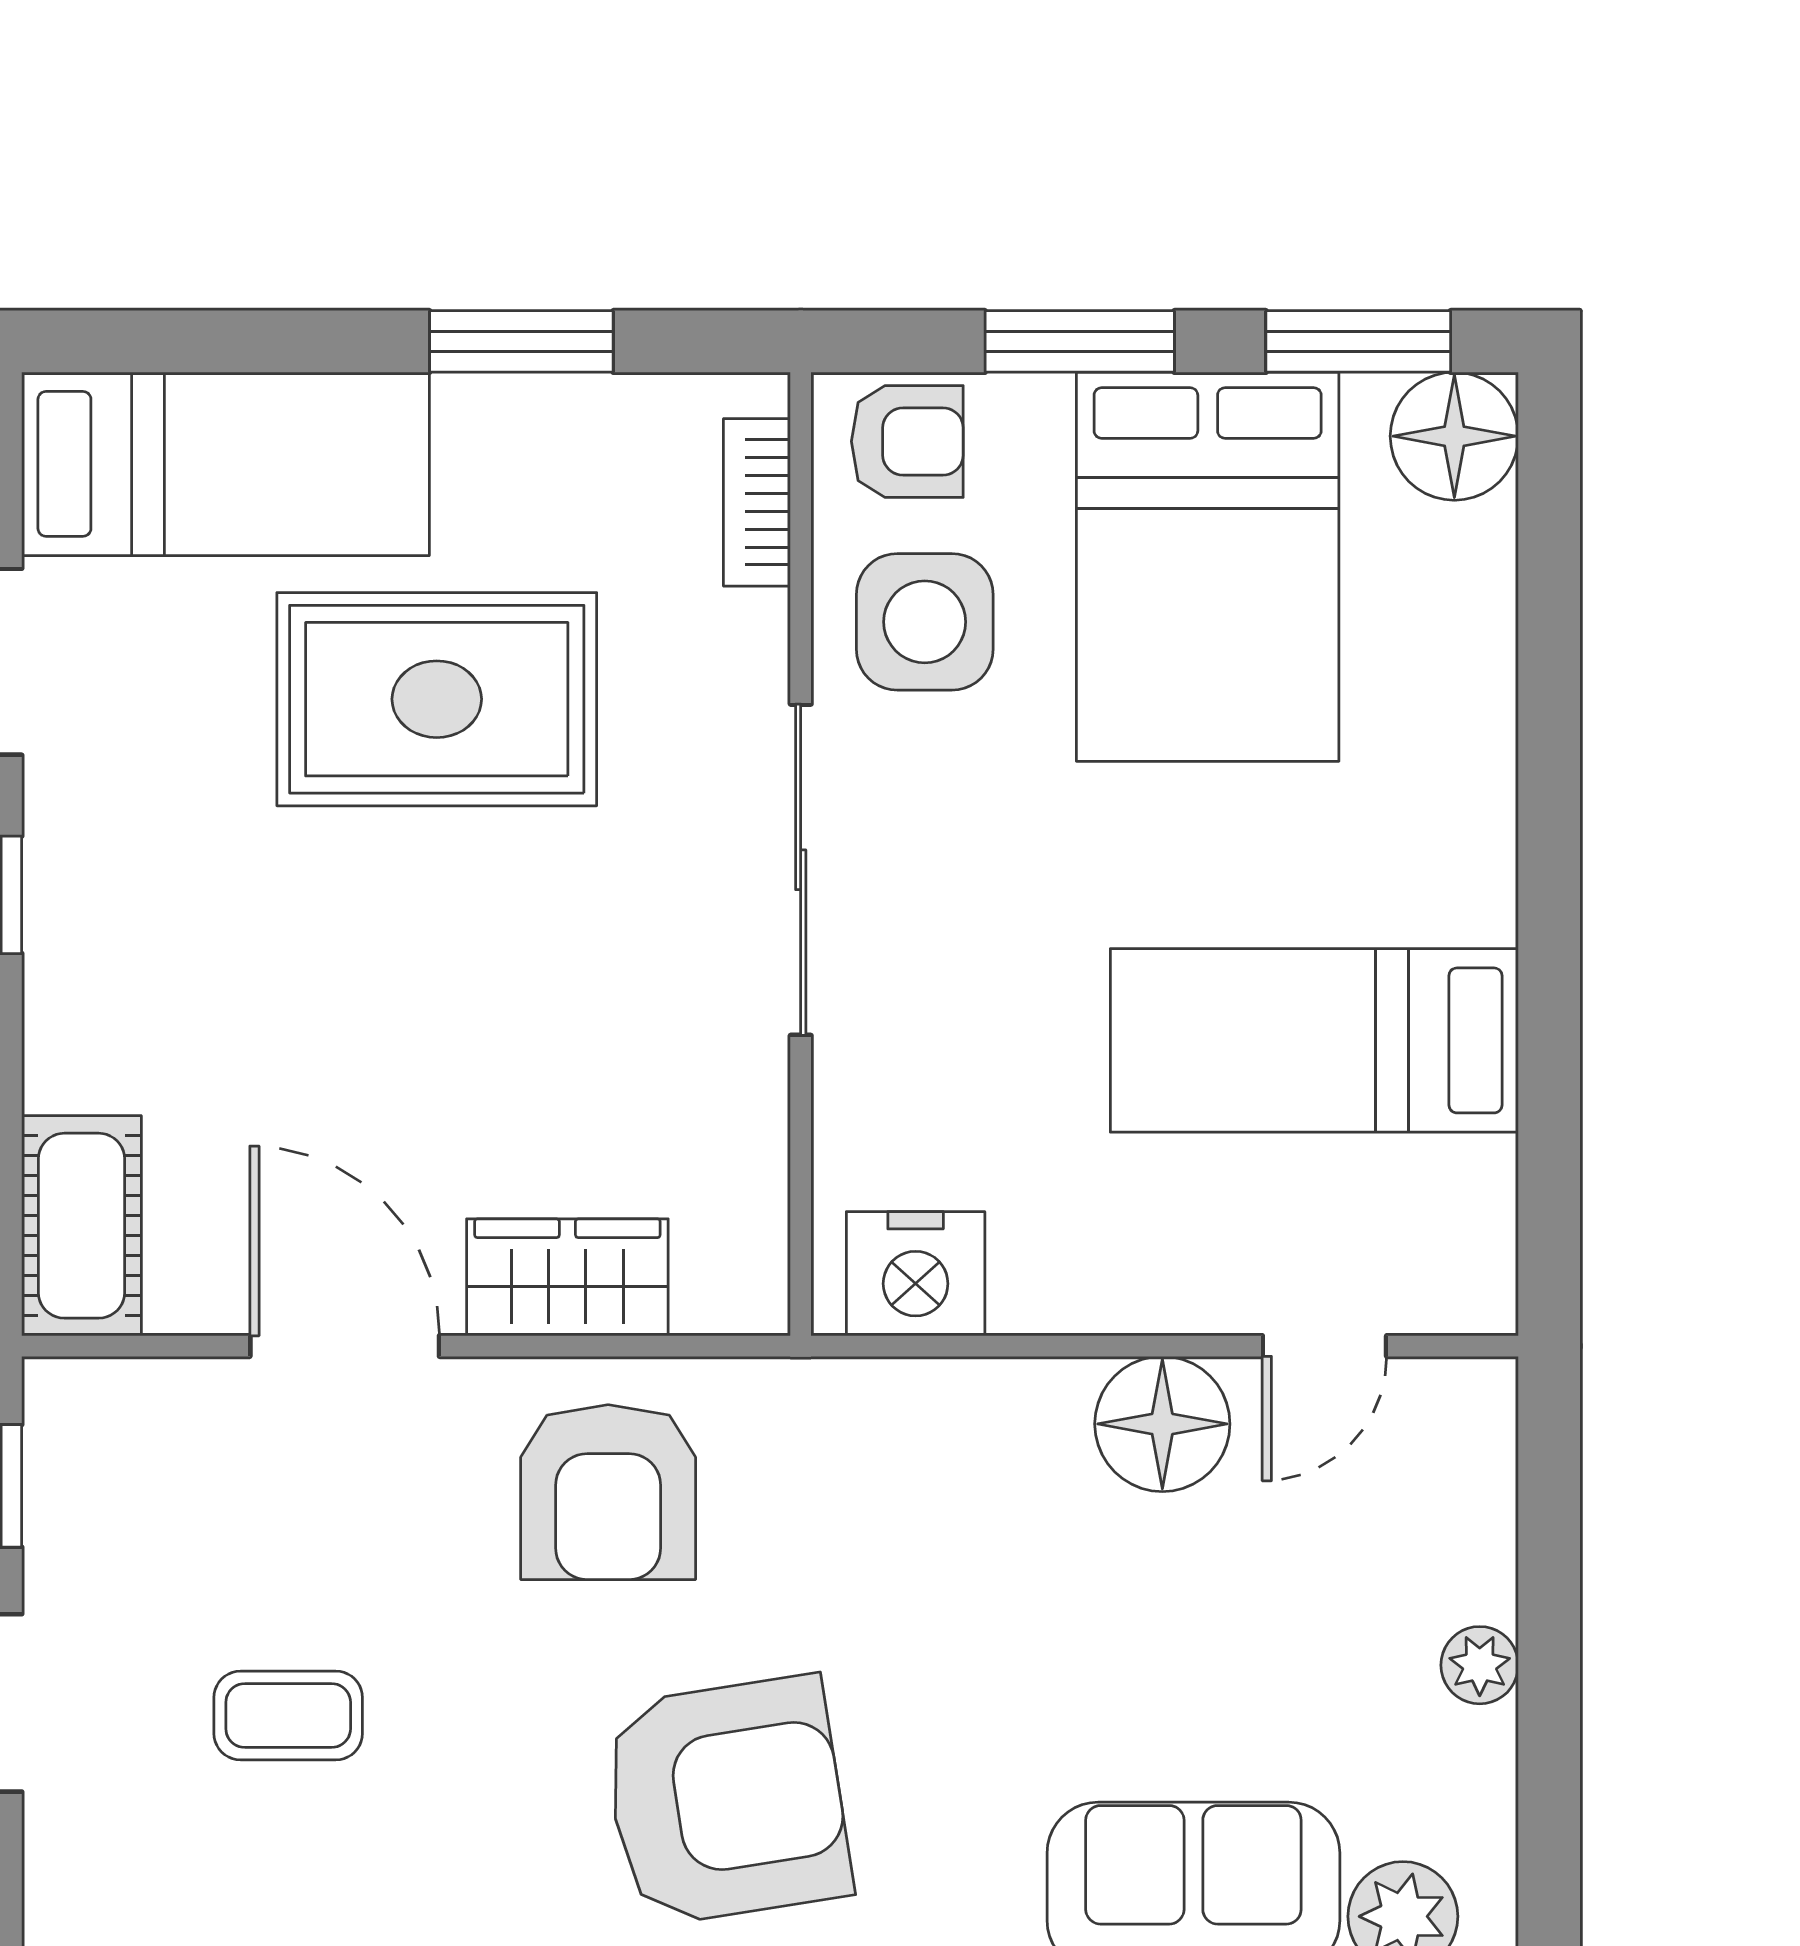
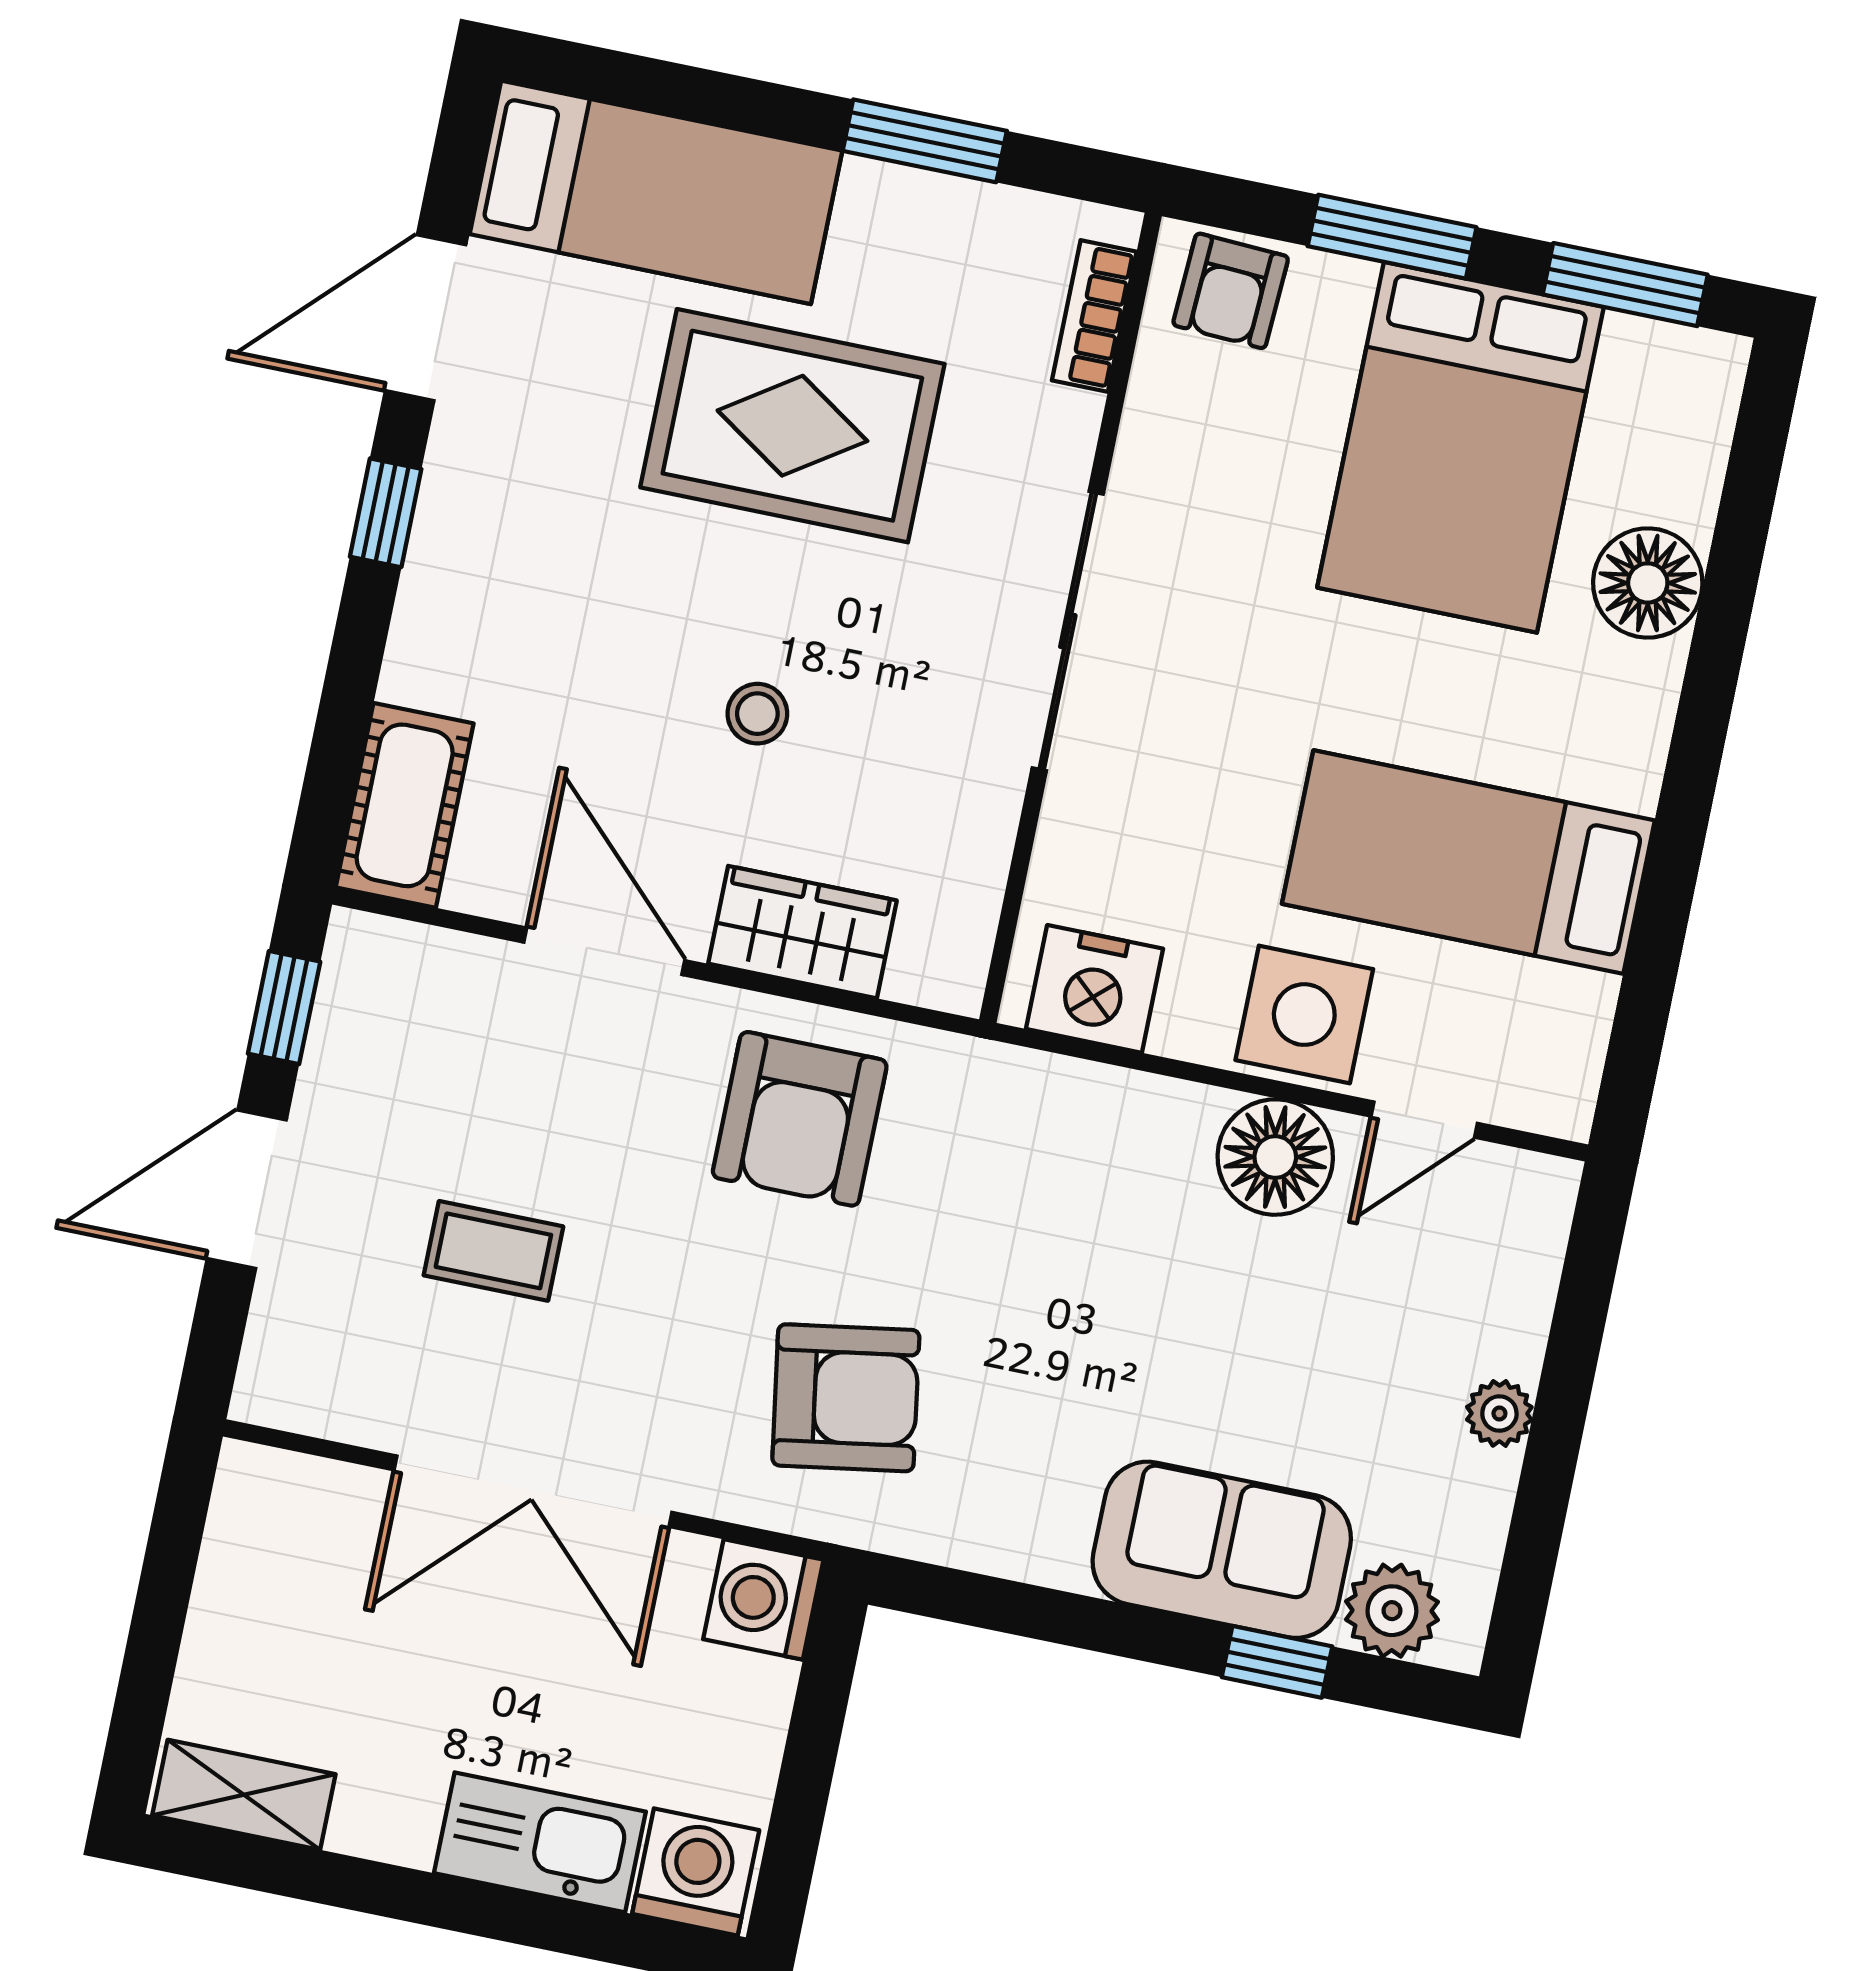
floor lamp: (1454, 436) -> (1648, 583), moved
armchair: (907, 441) -> (1231, 291), turned 93
side table: (925, 622) -> (1304, 1015), moved
stool: (464, 1038) -> (757, 714), added
armchair: (727, 1801) -> (846, 1398), width x0.73, depth x0.73

